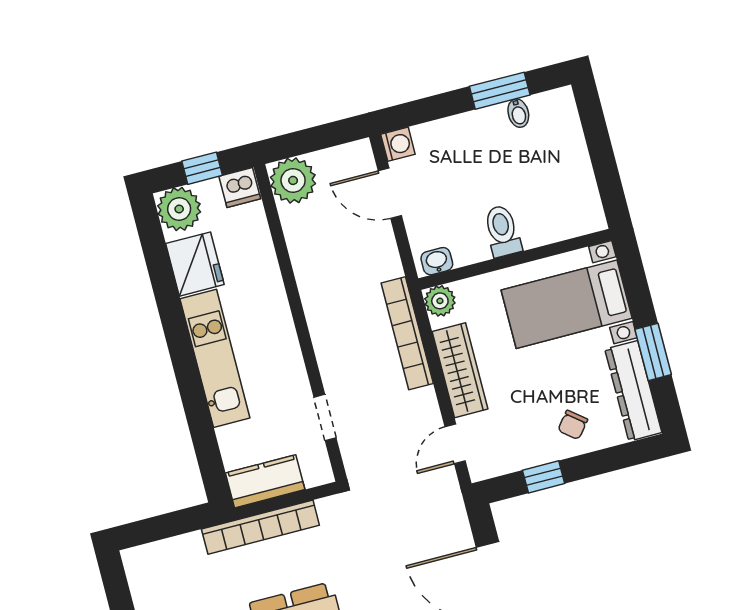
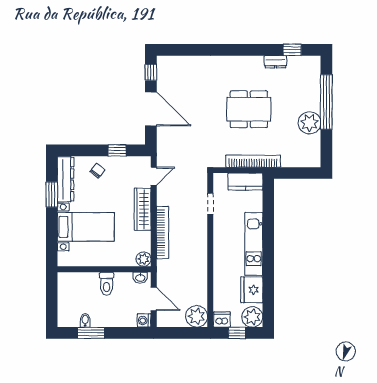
toilet: (502, 231) -> (107, 284), moved
wall: (515, 259) -> (104, 269), moved
washbasin: (437, 261) -> (140, 278), moved
plant: (440, 301) -> (144, 259), moved

